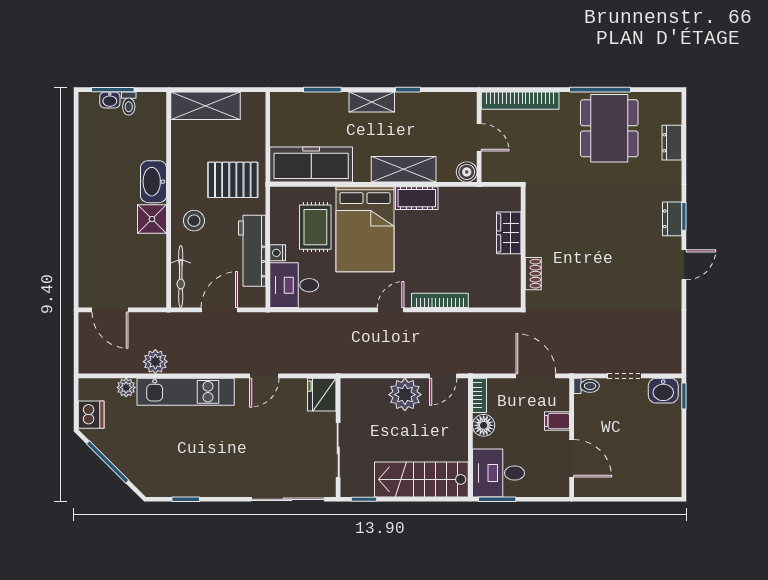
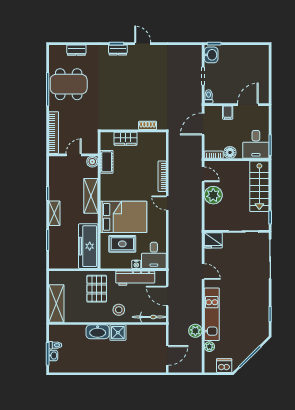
cot: (417, 198) -> (107, 162), moved

